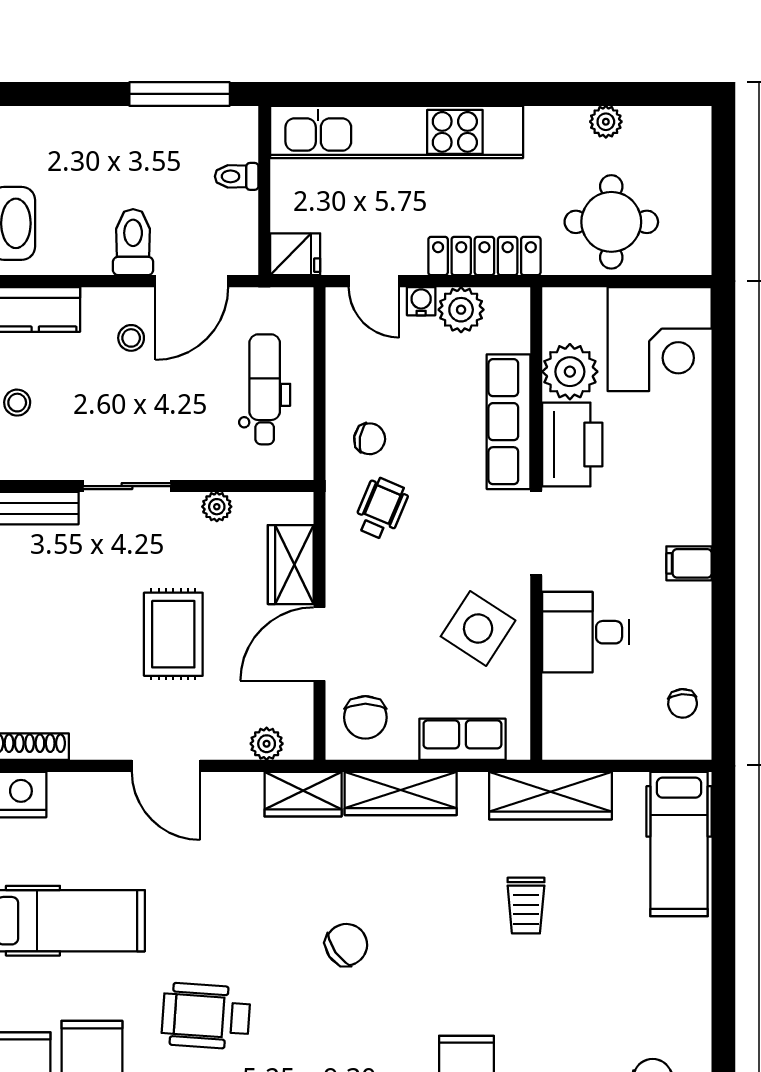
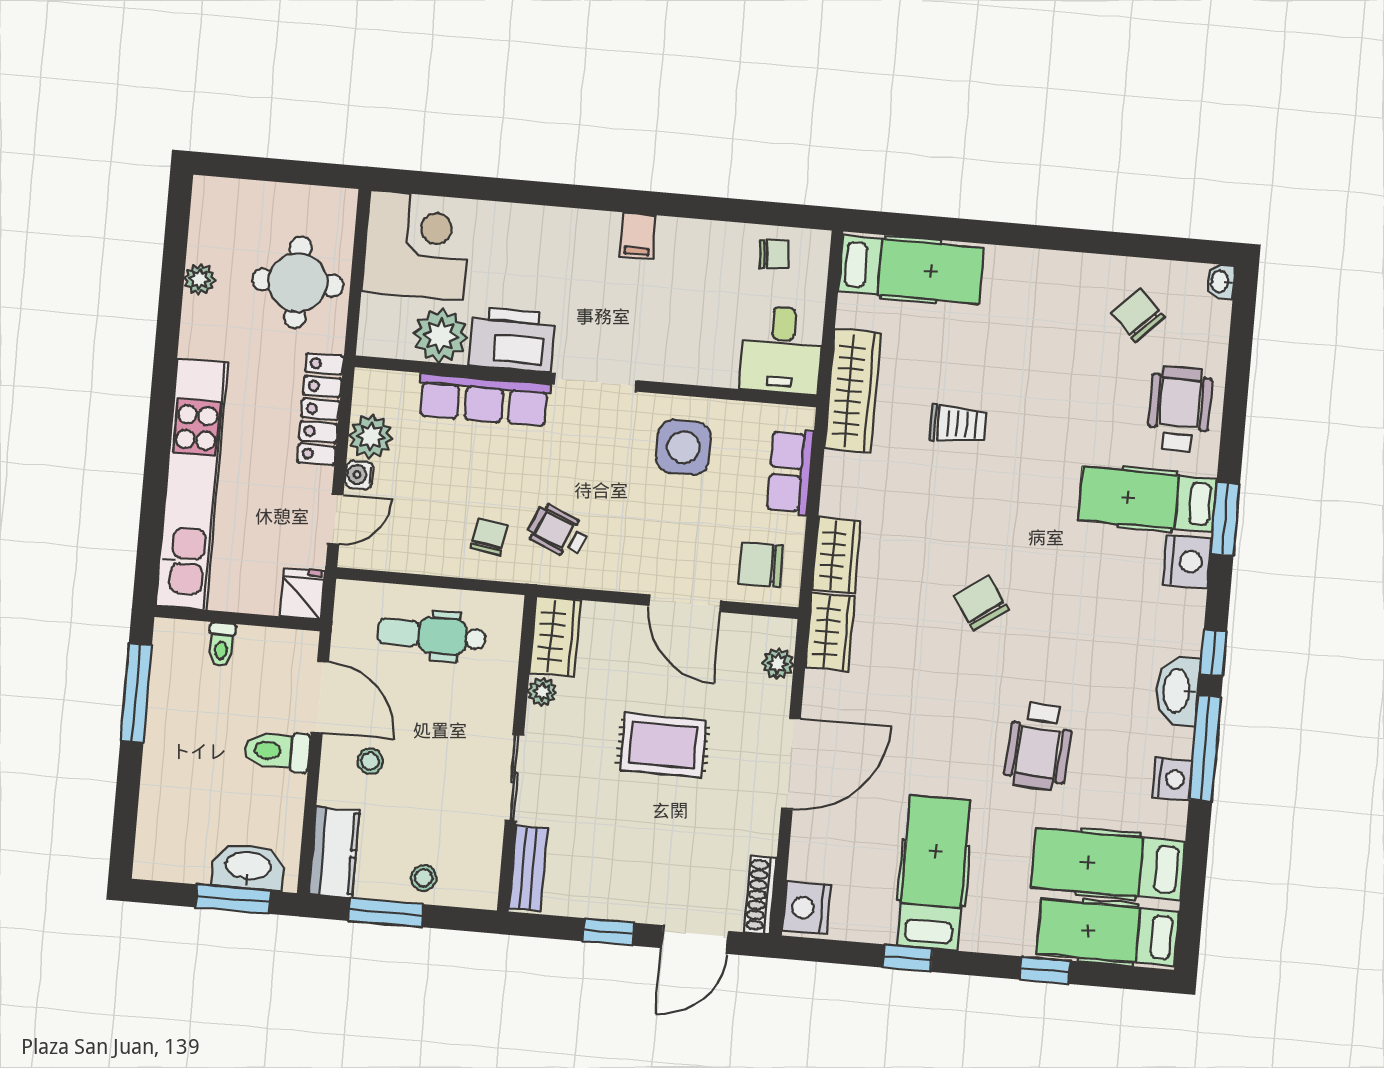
wardrobe: (291, 565) -> (555, 637), moved, turned -90
side table: (478, 628) -> (683, 447), turned -33
desk: (586, 632) -> (782, 350), moved
chair: (365, 717) -> (761, 565), turned 180
door: (166, 766) -> (791, 764), width x1.36
wardrobe: (401, 793) -> (836, 555), width x0.67

